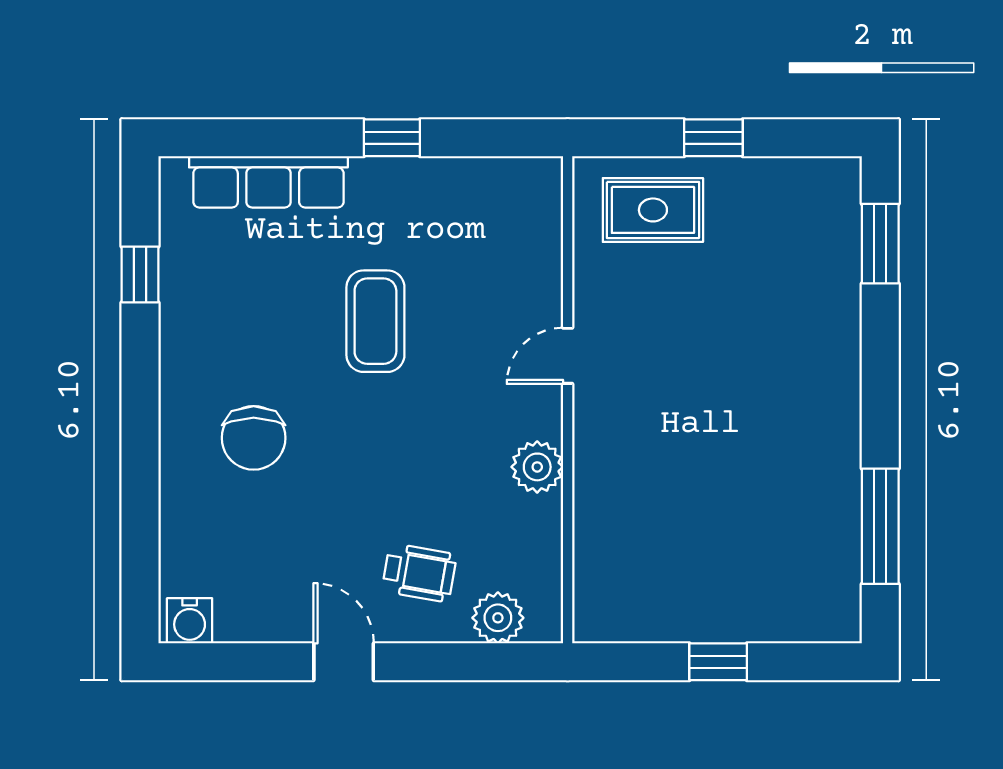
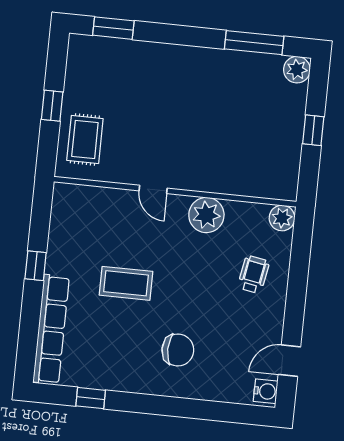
row of seats: (268, 182) -> (51, 329), width x1.36
plant: (537, 467) -> (206, 215), width x1.36, depth x1.36
plant: (835, 617) -> (297, 70), added
plant: (498, 618) -> (282, 218), moved
door: (344, 662) -> (289, 361), moved

